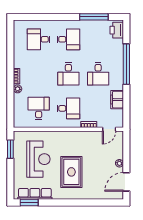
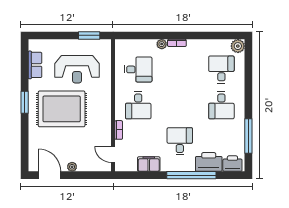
plant: (19, 26) -> (238, 46), added
printer: (115, 50) -> (209, 162), added
desk: (68, 74) -> (180, 105), removed
desk: (98, 74) -> (180, 141), turned 90
rug: (71, 172) -> (62, 109), width x1.37, depth x1.44
row of seats: (35, 194) -> (35, 65), width x0.68
window: (29, 203) -> (25, 102), moved

